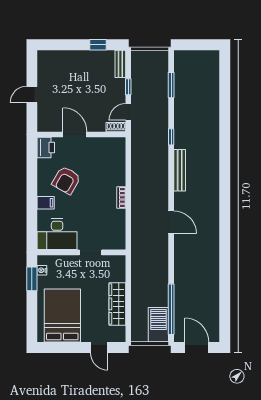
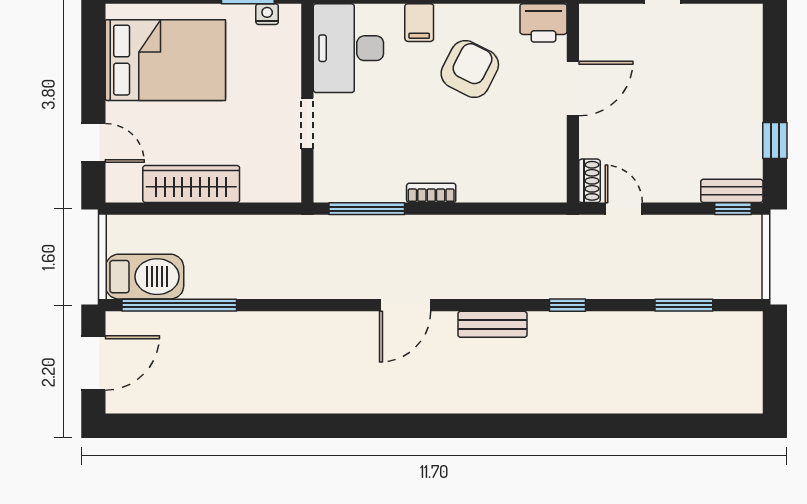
window: (128, 87) -> (733, 209), moved
bench: (180, 170) -> (492, 324), width x0.73
armchair: (66, 180) -> (470, 69), turned 87
door: (171, 222) -> (405, 305), moved
window: (128, 226) -> (367, 209), added
door: (99, 347) -> (93, 143), swing flipped

